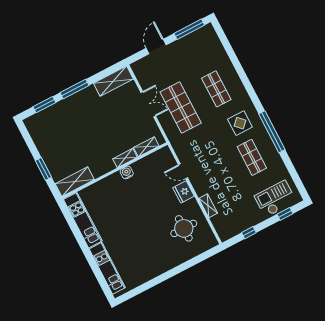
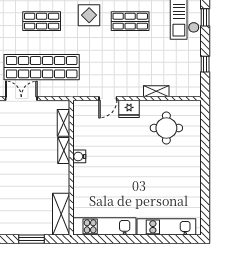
shop shelf: (181, 107) -> (42, 67), width x1.40

